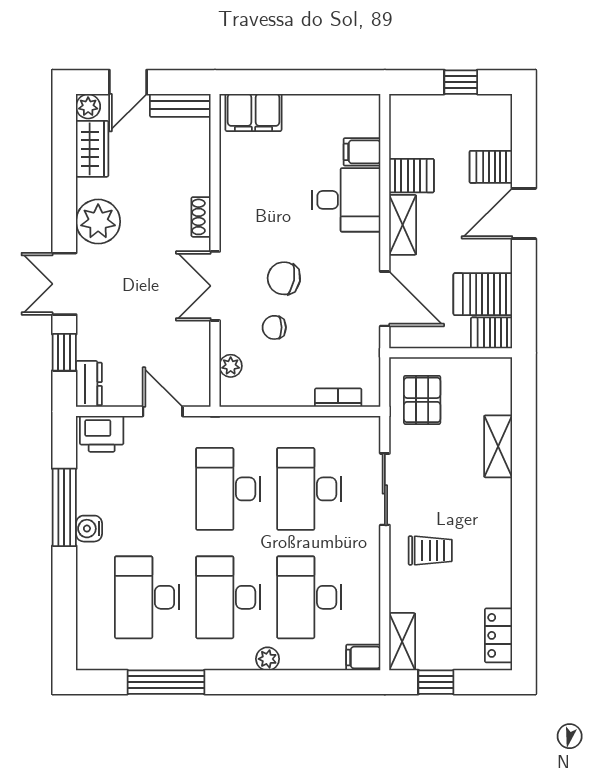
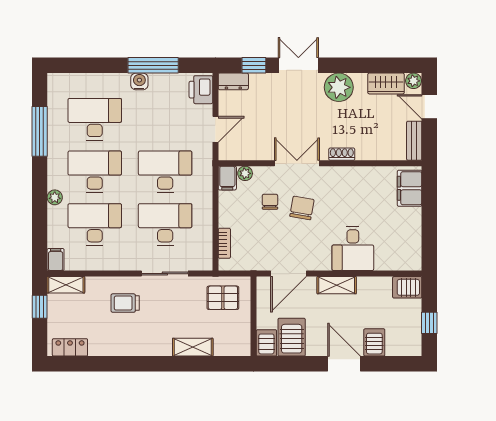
filing cabinet: (362, 152) -> (227, 178), moved, turned 180
server rack: (412, 176) -> (407, 287), moved, turned 90
trolley: (430, 550) -> (125, 303), turned 90

